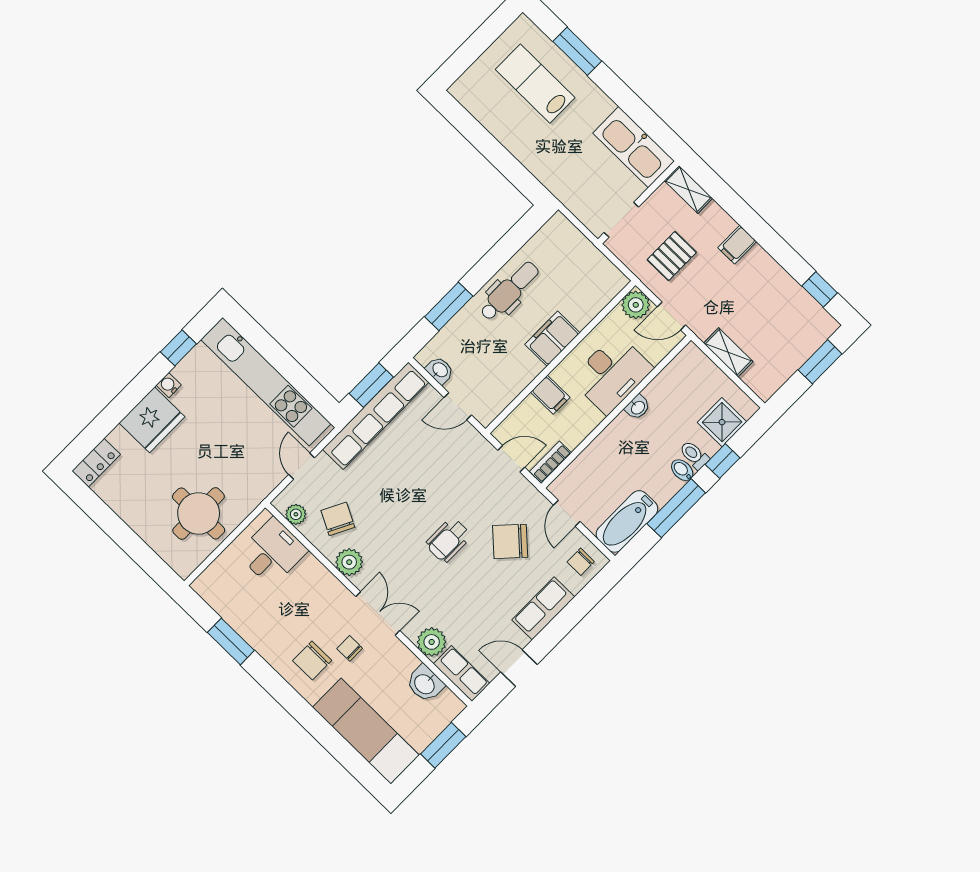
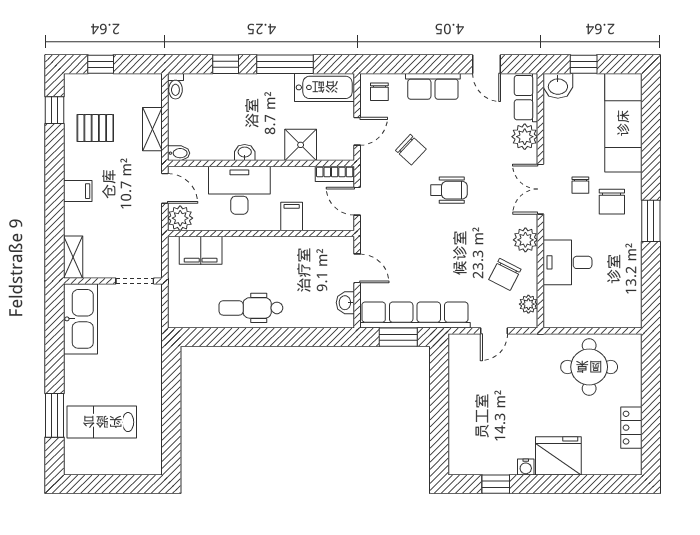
lab bench: (535, 84) -> (102, 422), turned 90
pallet: (672, 256) -> (95, 128), moved
window: (449, 306) -> (299, 337), removed
filing cabinet: (552, 339) -> (201, 250), moved
window: (820, 362) -> (101, 64), width x0.67
kitchen unit: (266, 382) -> (462, 407), removed
shower: (722, 422) -> (301, 145), moved
toilet: (694, 455) -> (175, 86), moved
locker: (96, 463) -> (631, 428), moved, turned -90
bidet: (682, 470) -> (179, 153), moved, turned -90
chair: (510, 541) -> (411, 150), width x0.73, depth x0.73
desk: (272, 552) -> (567, 262), moved
chair: (581, 562) -> (379, 92), turned 90
window: (231, 641) -> (651, 221), moved
chair: (312, 660) -> (612, 202), turned 90
washbasin: (425, 684) -> (558, 86), moved, turned 90
window: (443, 745) -> (584, 64), width x0.67

